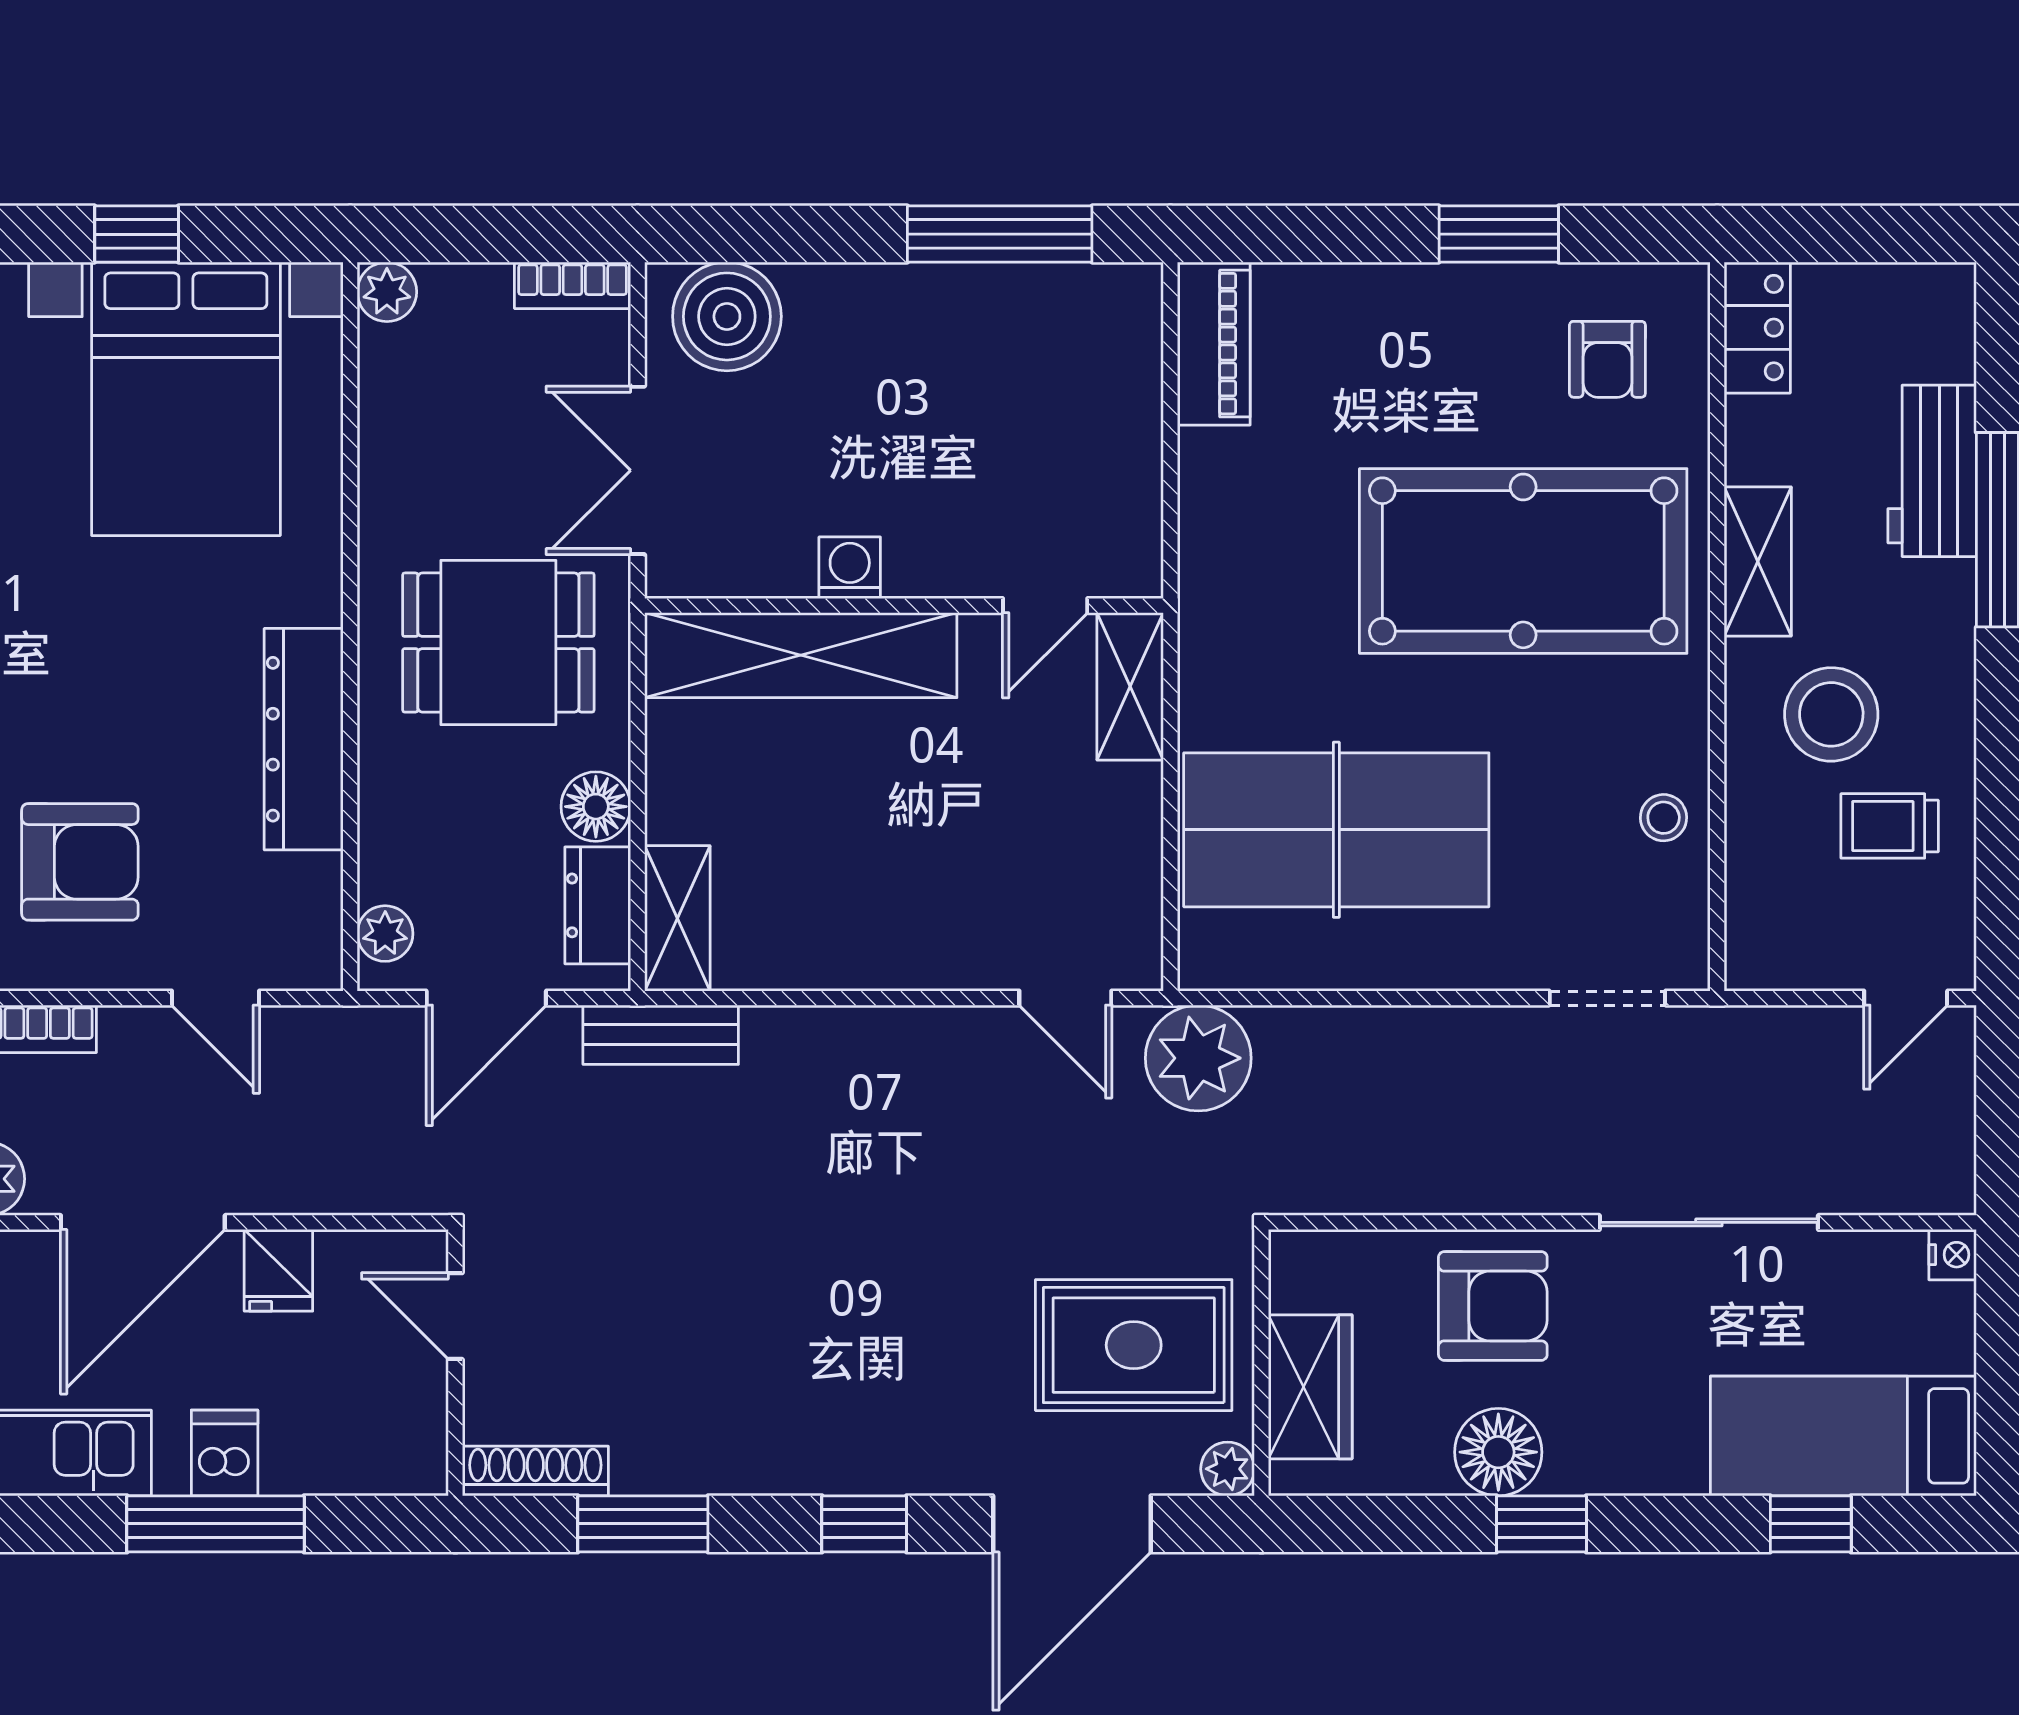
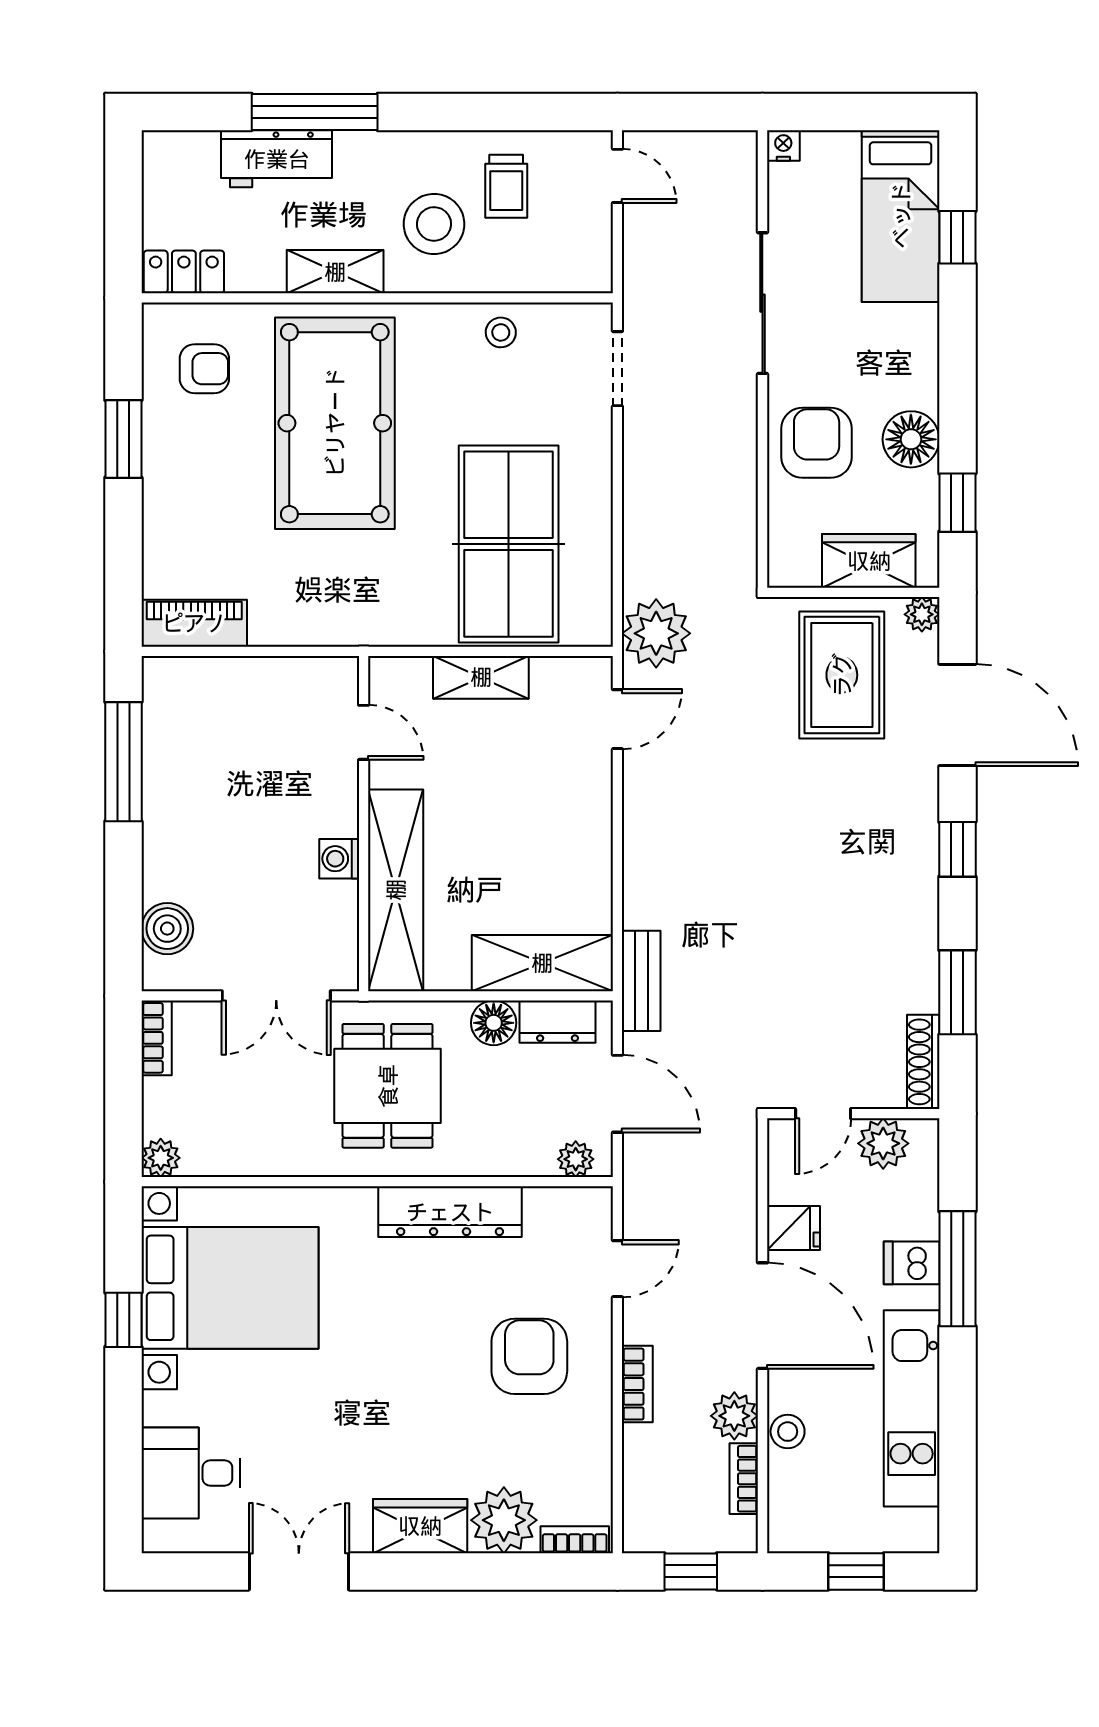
boiler: (727, 316) -> (167, 929), width x0.73, depth x0.73
shelving: (1130, 686) -> (481, 677), moved
shelving: (677, 918) -> (542, 963), width x1.50, depth x1.33
plant: (409, 1409) -> (883, 1143), added
window: (1541, 1524) -> (957, 503), moved

